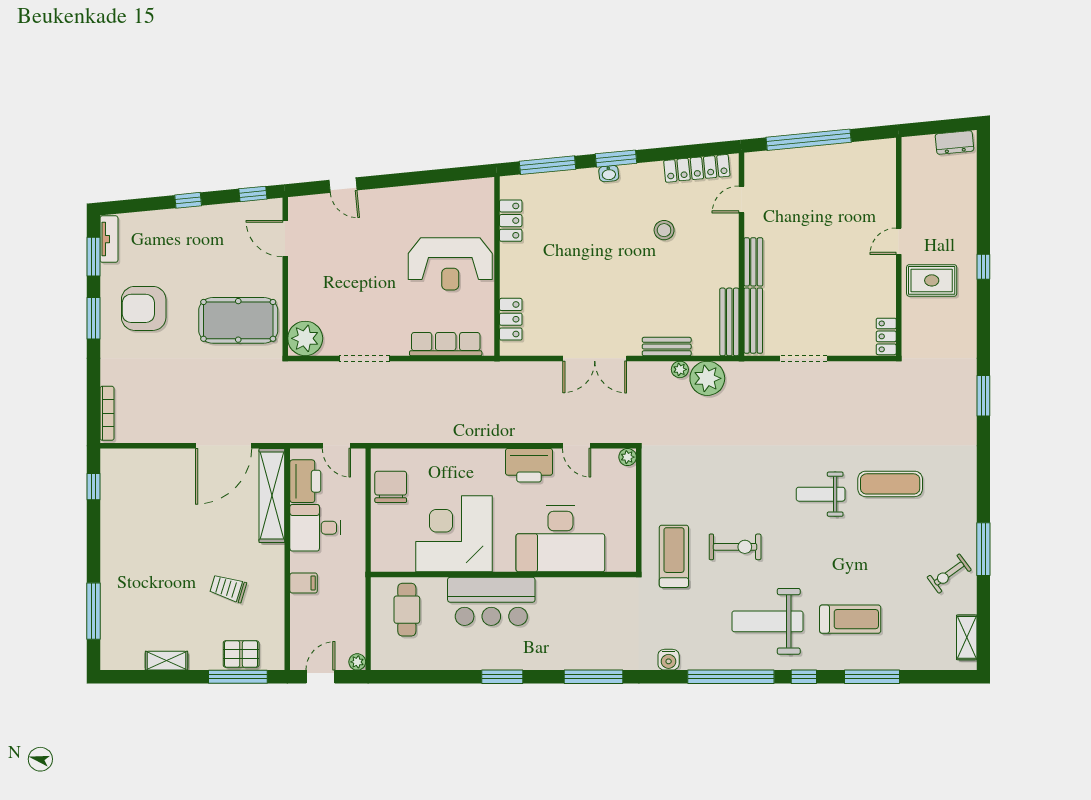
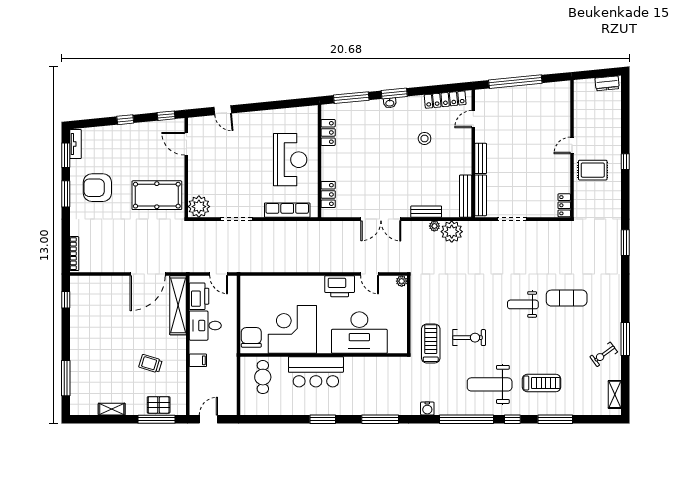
reception desk: (450, 264) -> (290, 160), turned -90
chair: (391, 487) -> (251, 337), moved
plant: (357, 662) -> (232, 410), removed

